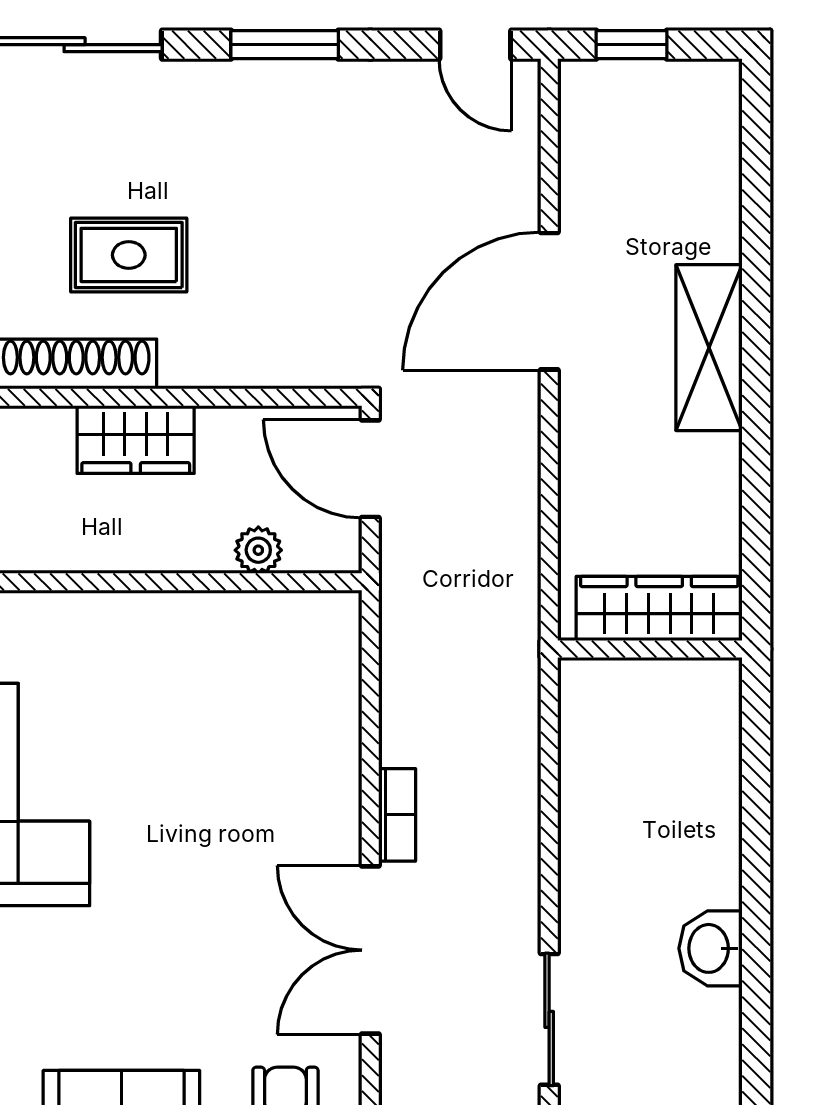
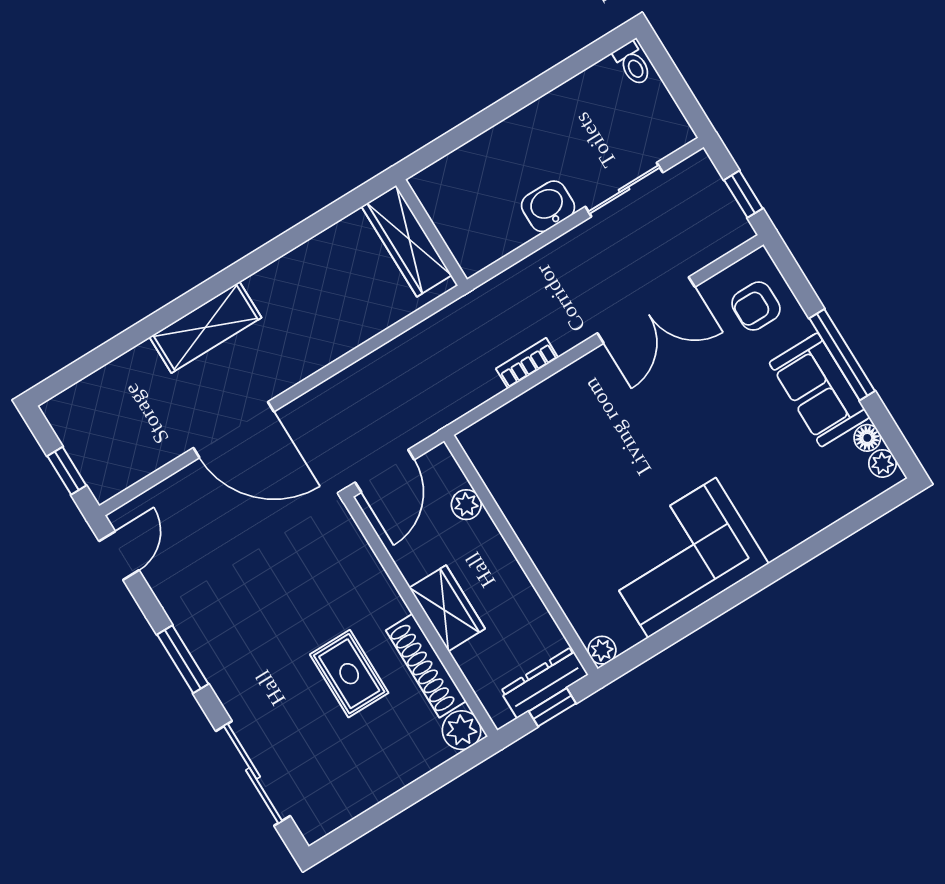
wardrobe: (659, 608) -> (406, 241), moved
wall: (650, 649) -> (432, 233), moved
bookcase: (397, 815) -> (527, 363), moved
washbasin: (710, 948) -> (548, 206), moved, turned 180

